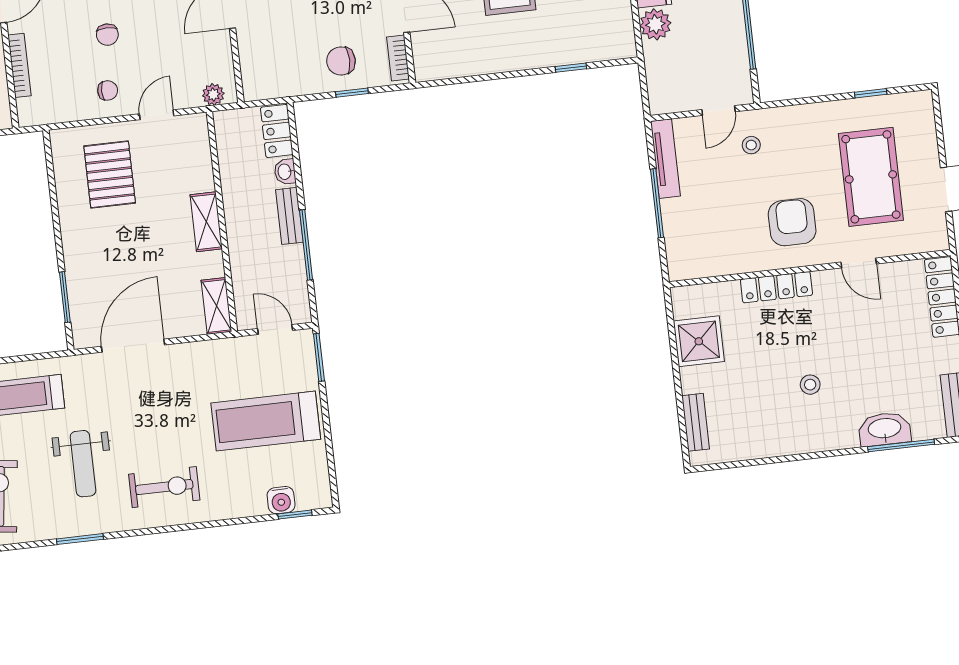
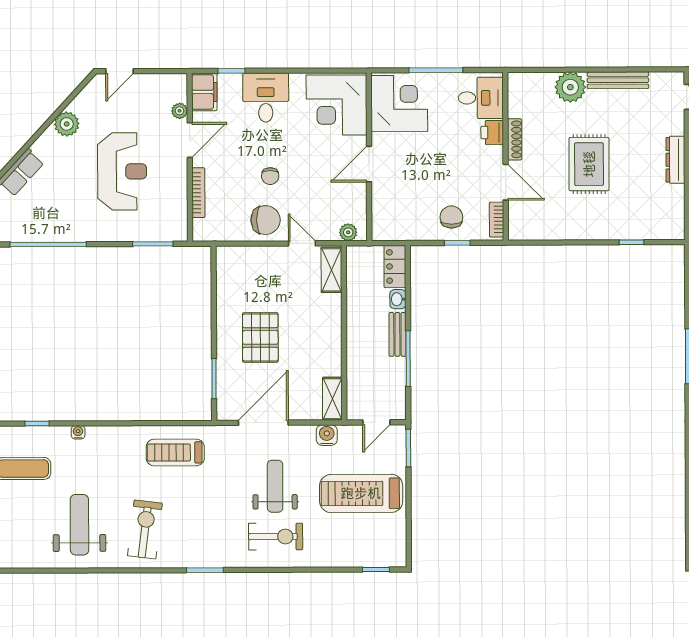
chair: (341, 61) -> (451, 217), turned 90
chair: (108, 90) -> (266, 220), width x1.87, depth x1.87
door: (157, 115) -> (302, 243), hinge flipped
pallet: (110, 174) -> (260, 337), moved
shelving: (206, 222) -> (331, 270), moved
door: (275, 329) -> (376, 422), swing flipped
weight bench: (83, 464) -> (275, 486), moved, turned 180
water cooler: (281, 500) -> (327, 435), moved, turned 180

